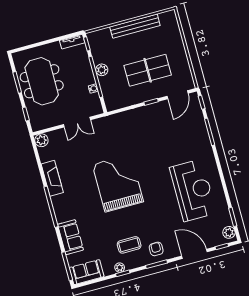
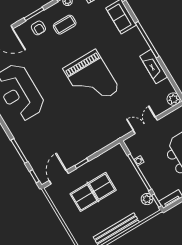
plant: (102, 70) -> (147, 199), moved

